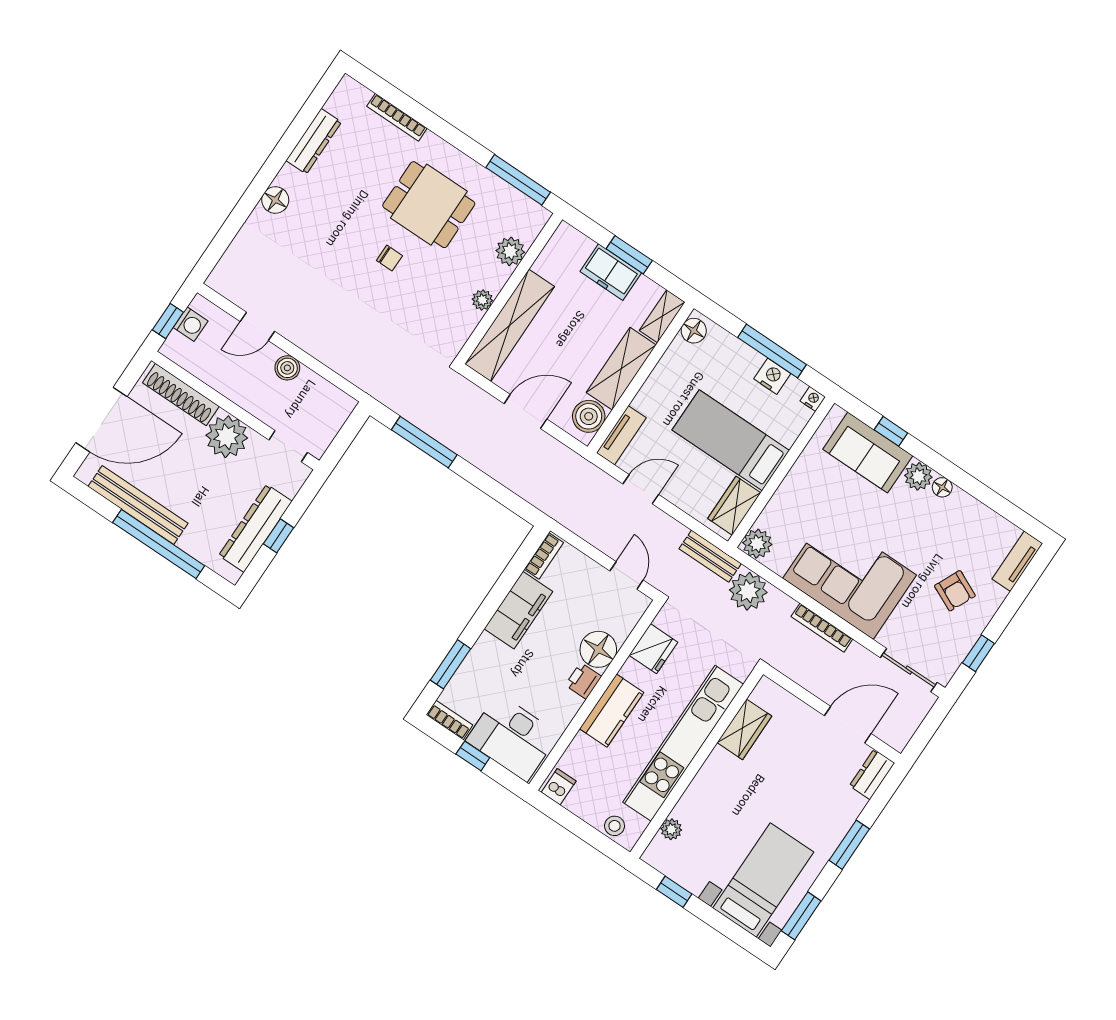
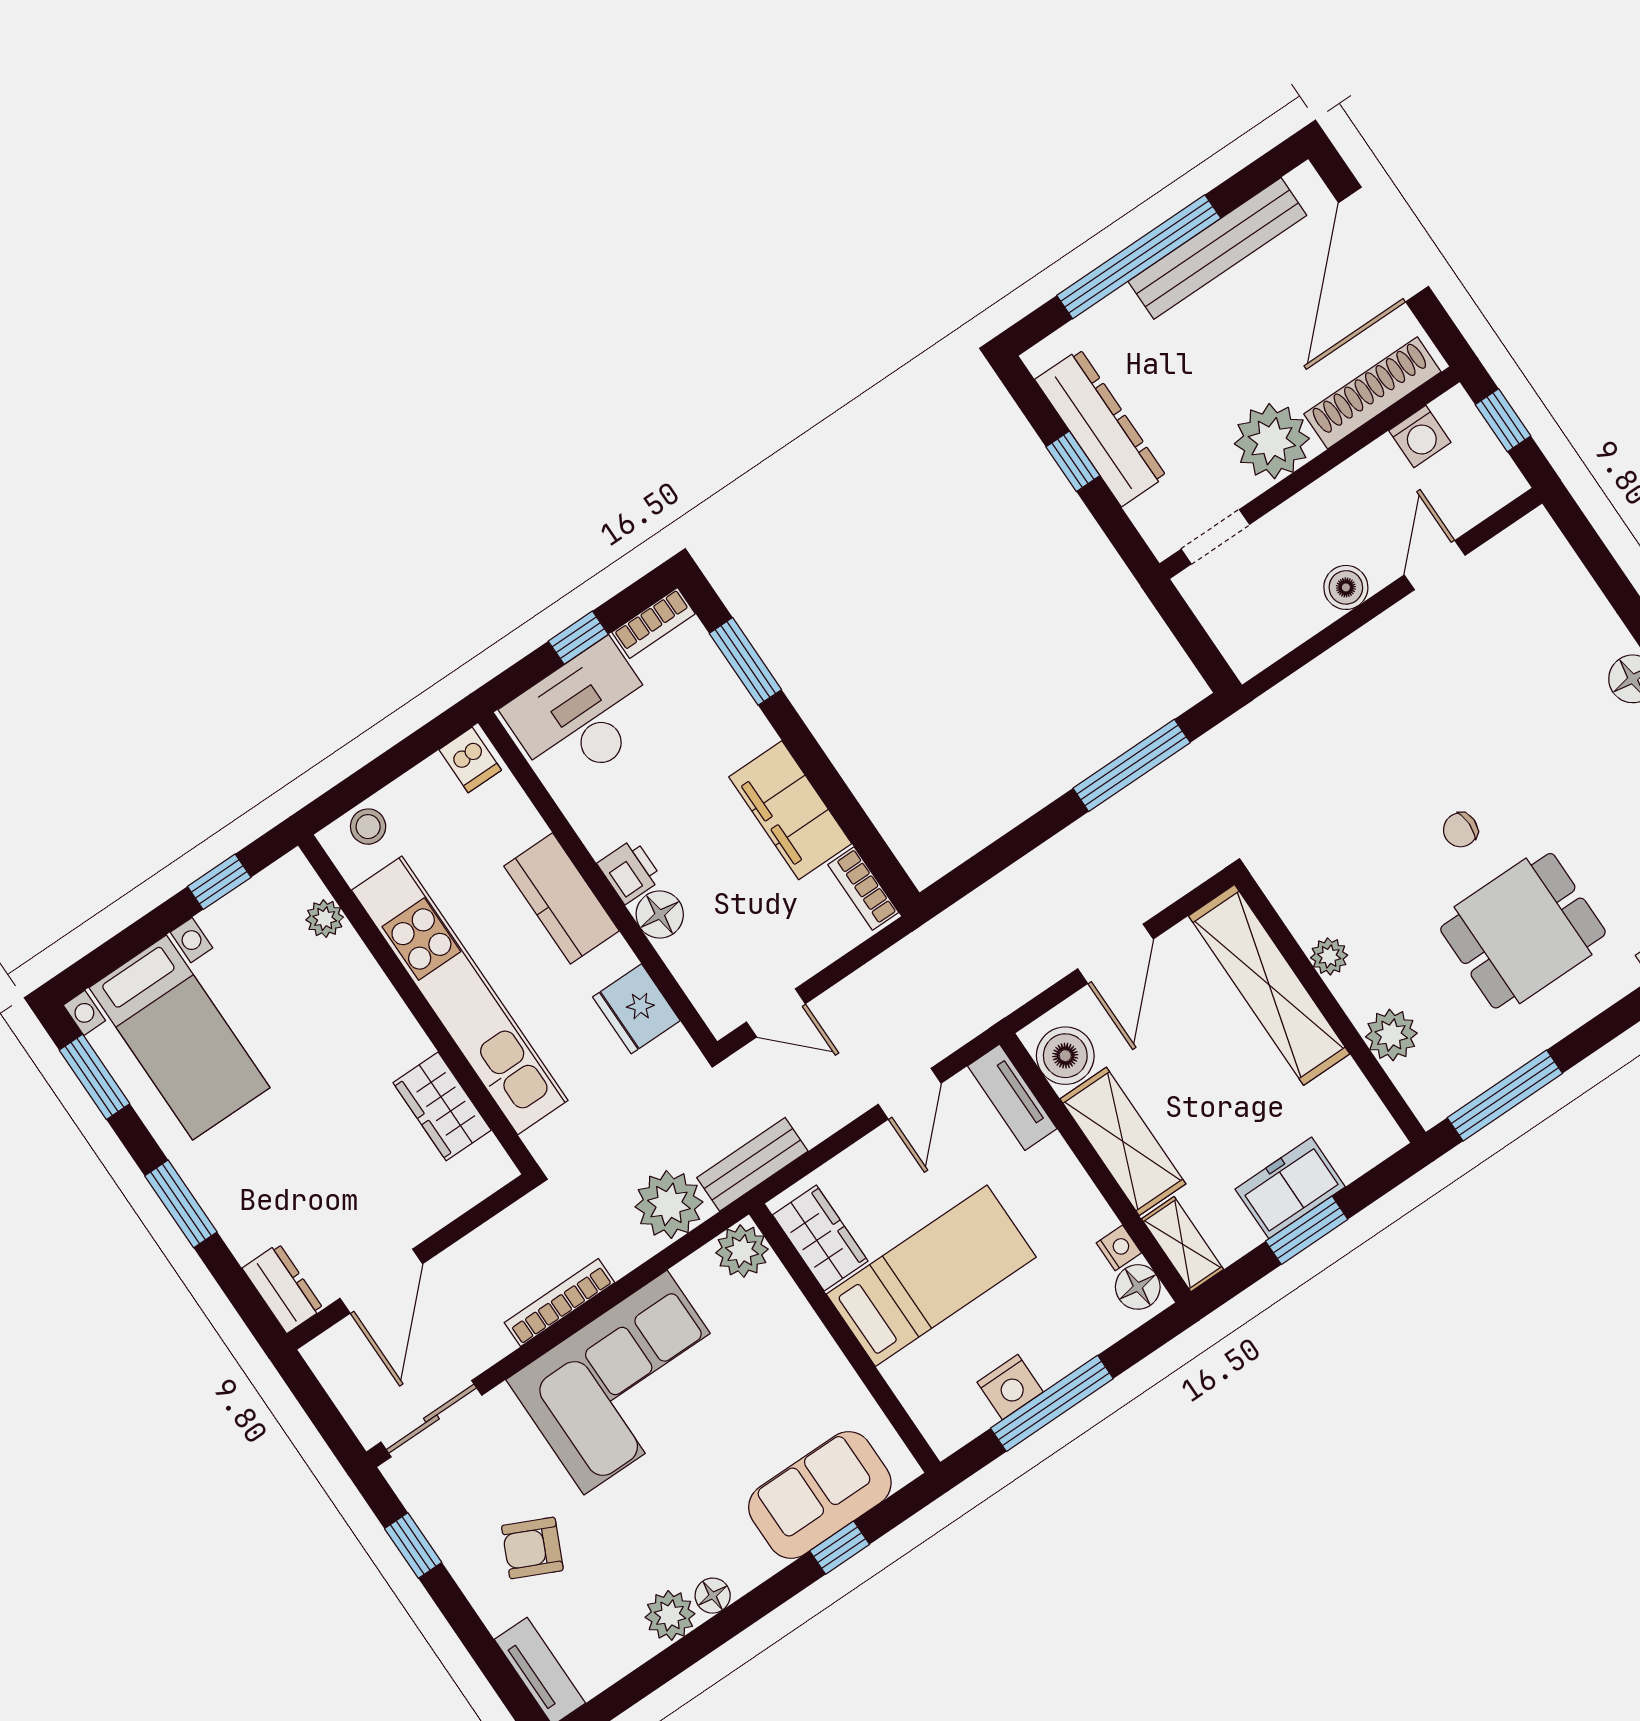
washing machine: (191, 324) -> (1420, 436), moved, turned -90
nightstand: (813, 399) -> (1119, 1248), moved, turned -90
plant: (918, 476) -> (670, 1615), moved
floor lamp: (598, 649) -> (660, 915), width x0.73, depth x0.73

